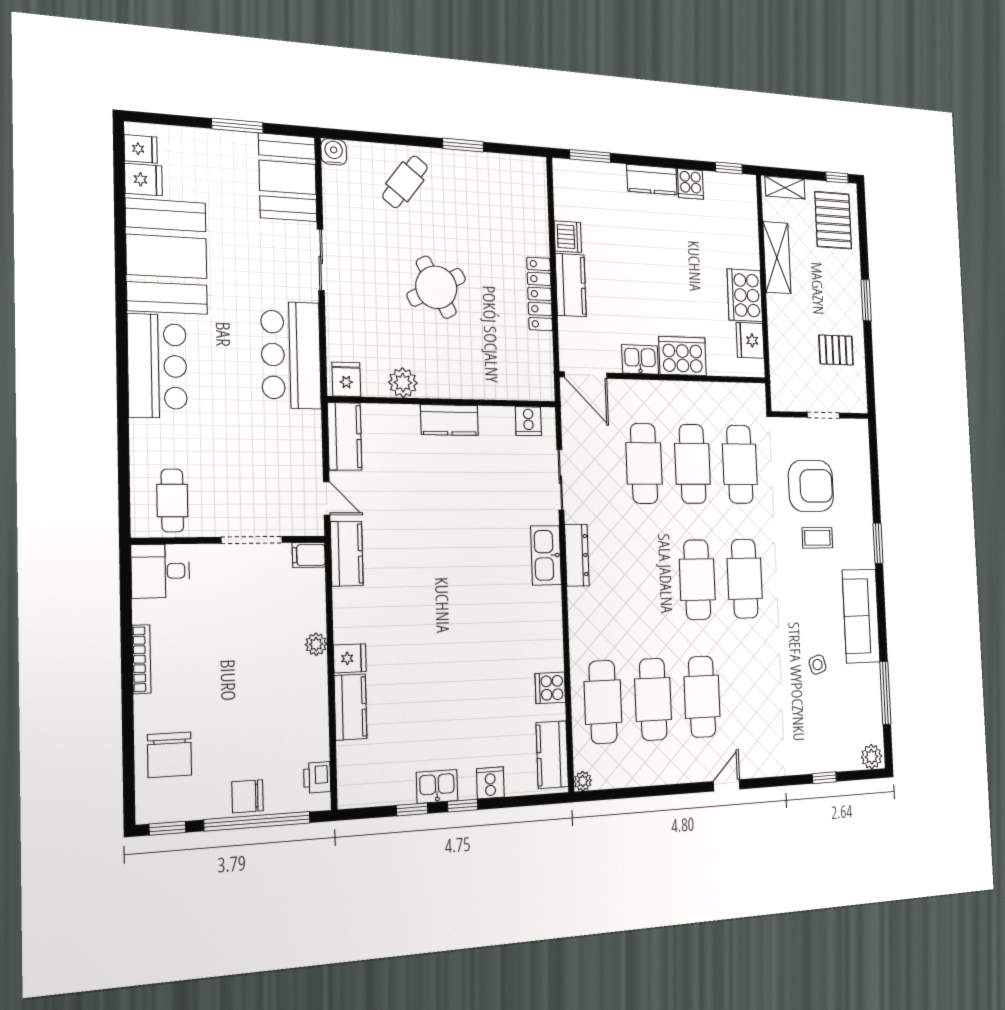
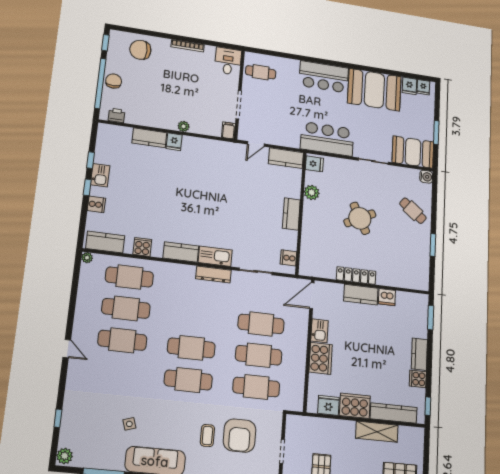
shelving: (785, 188) -> (418, 444), removed
kitchen counter: (747, 228) -> (394, 413), added
kitchen counter: (347, 554) -> (181, 252), moved, turned 180

